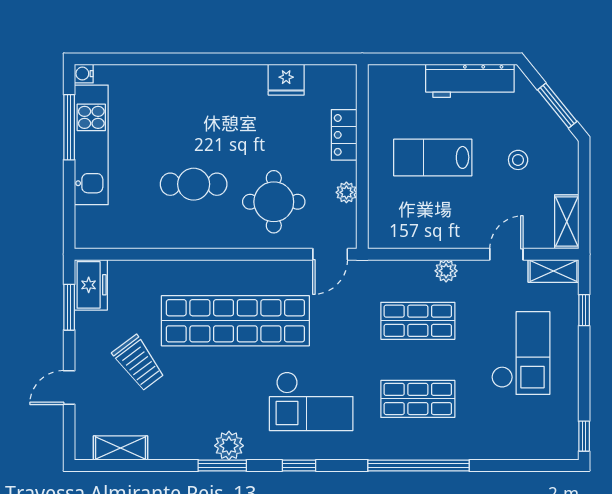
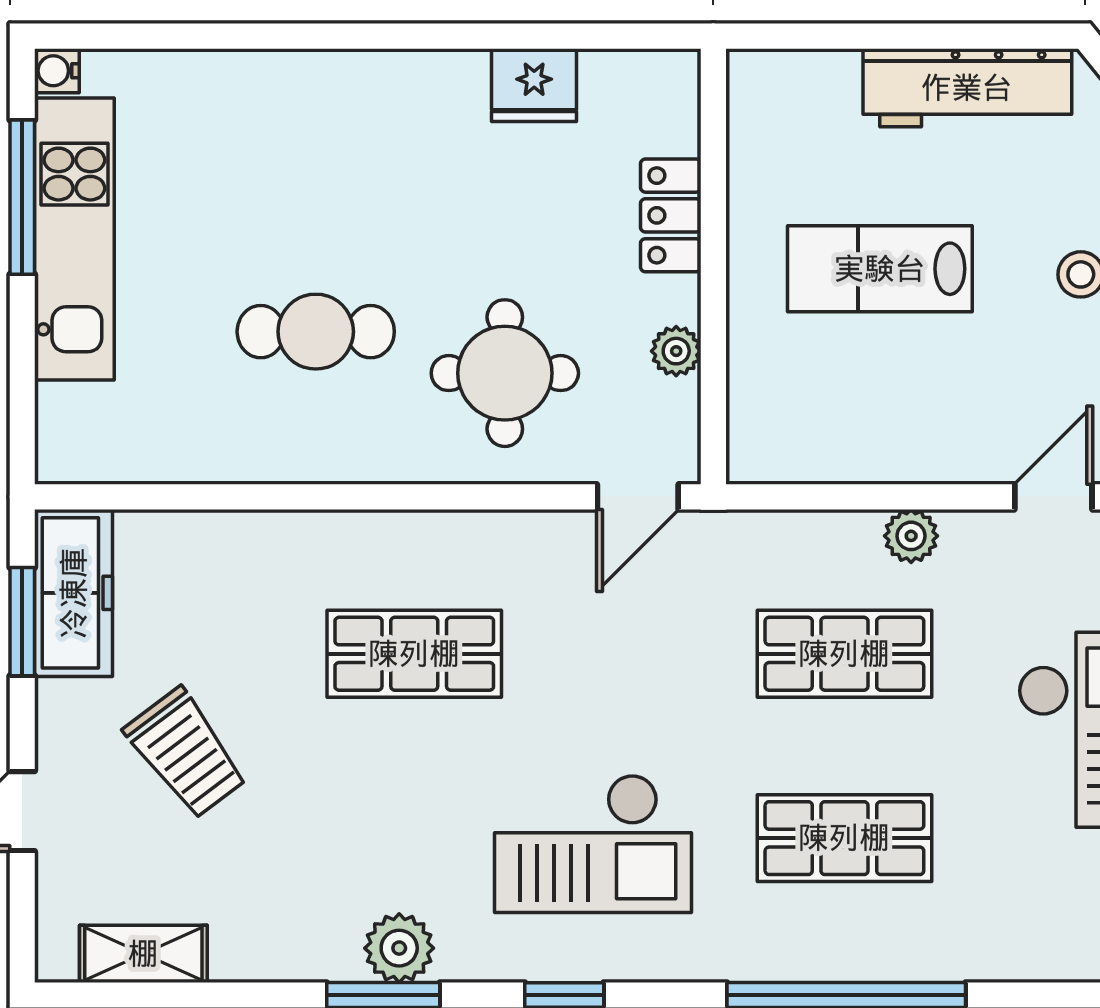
freezer: (91, 285) -> (74, 593), width x1.40
shop shelf: (235, 321) -> (414, 654), width x0.50, depth x0.74

